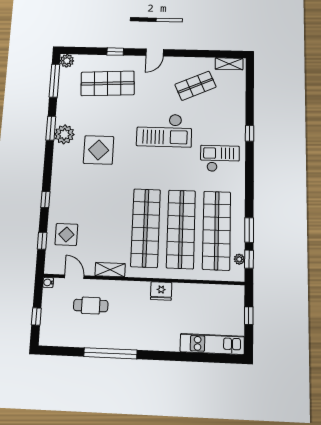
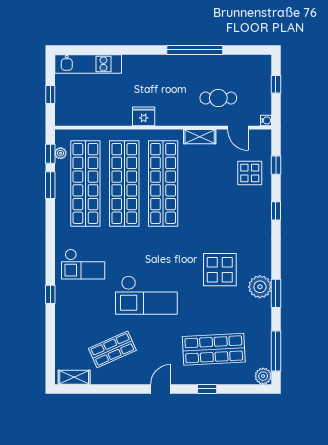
checkout: (164, 130) -> (146, 295), turned 180

